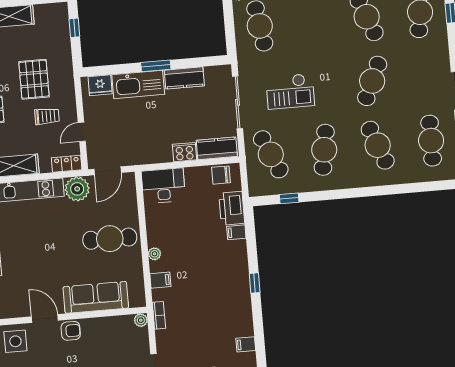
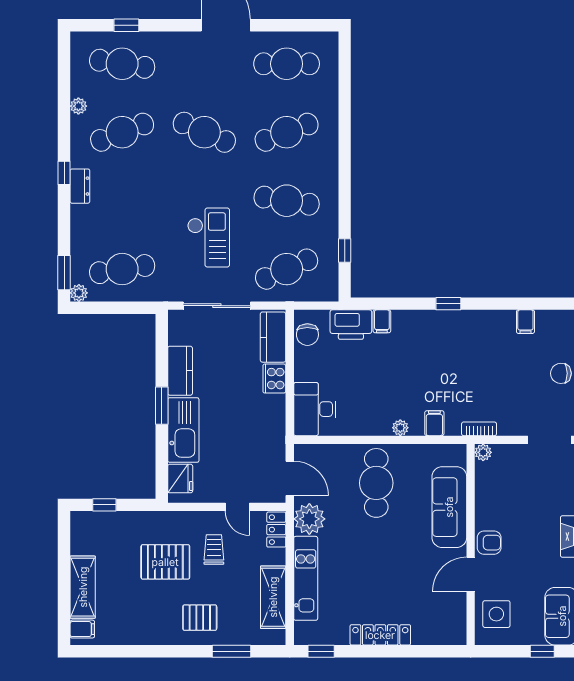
armchair: (71, 331) -> (489, 543), turned 90

